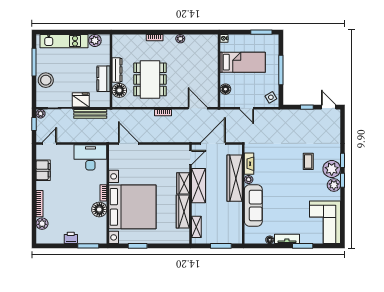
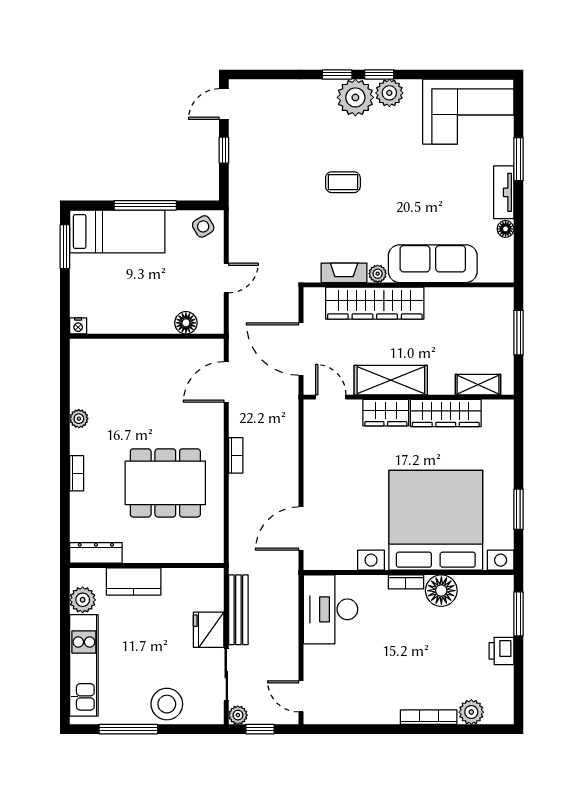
bed: (243, 62) -> (117, 231), moved, turned 90
dresser: (117, 70) -> (96, 553), moved
kitchen counter: (104, 79) -> (134, 581), moved
floor lamp: (119, 90) -> (189, 548), removed
coffee table: (308, 161) -> (343, 182), moved
filing cabinet: (43, 170) -> (358, 710), removed

